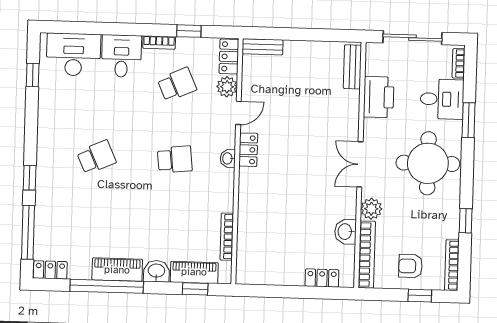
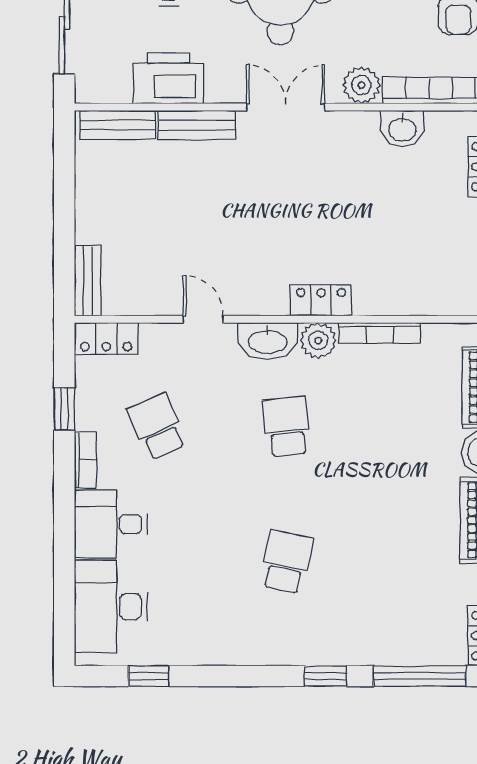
plant: (227, 87) -> (318, 340), moved
bench: (351, 113) -> (197, 125), added
locker: (248, 150) -> (321, 300), moved
school desk: (96, 157) -> (287, 562), turned 36
washbasin: (228, 158) -> (268, 341), width x1.91, depth x1.45
double door: (360, 164) -> (286, 107), swing flipped
bookcase: (227, 237) -> (380, 333), moved

